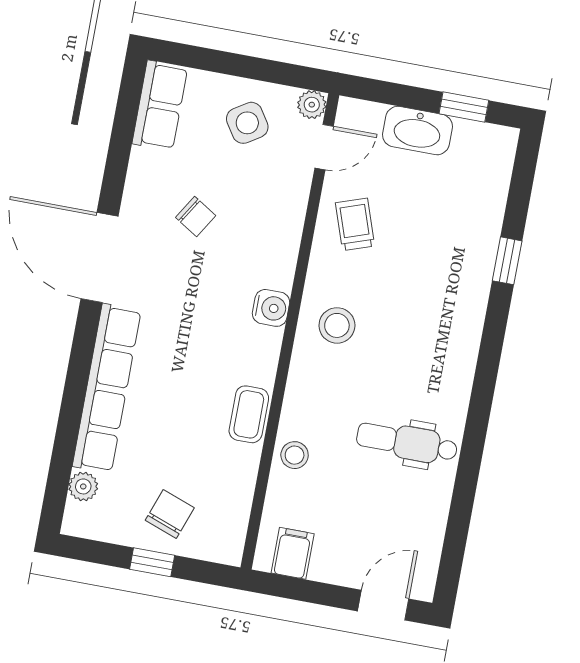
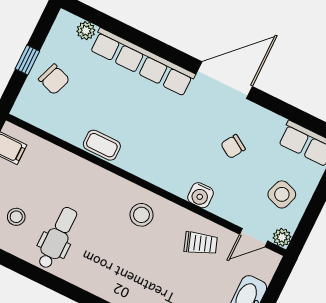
side table: (247, 123) -> (282, 194), turned -38
door: (324, 147) -> (254, 238), hinge flipped
water cooler: (271, 308) -> (201, 195), moved
stool: (295, 455) -> (16, 217), moved

